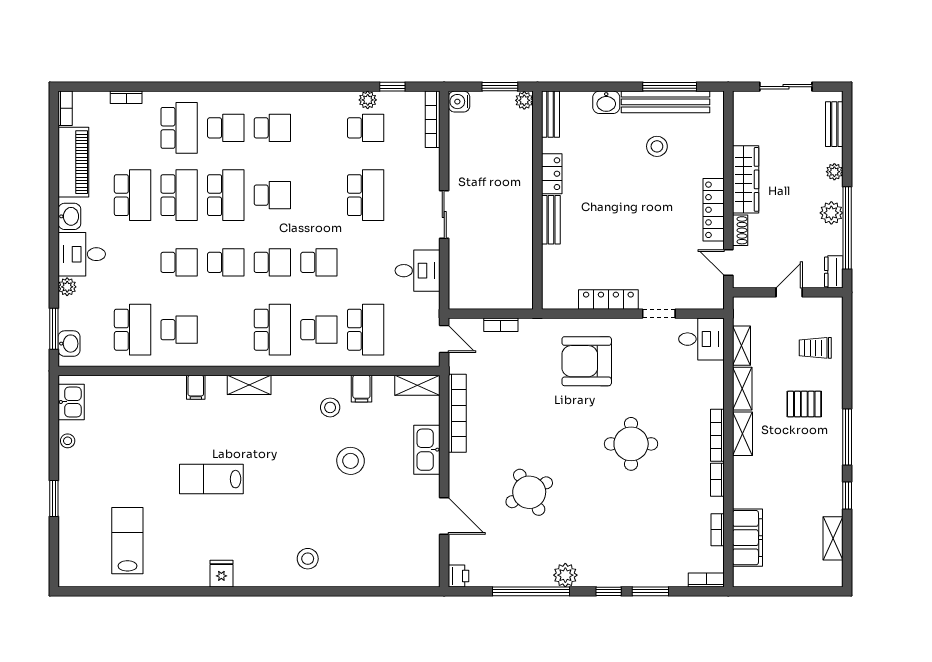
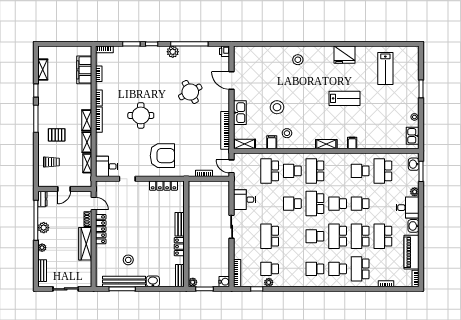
school desk: (272, 262) -> (315, 204), width x1.85
locker: (608, 300) -> (163, 186), moved
fridge: (221, 574) -> (345, 55), width x1.88, depth x1.34

